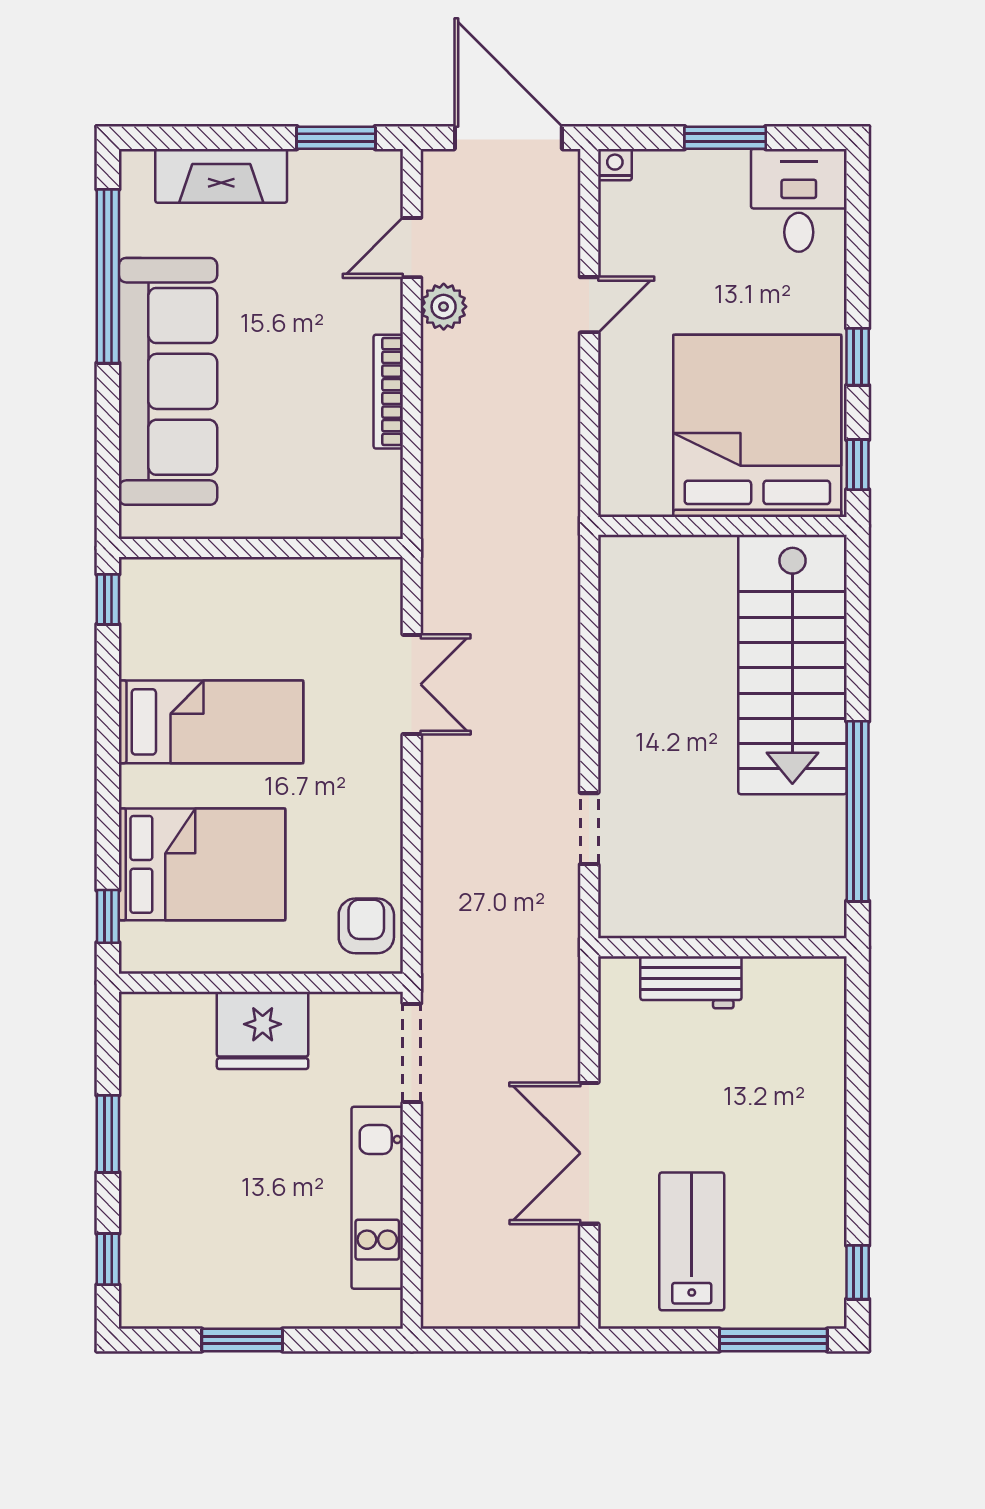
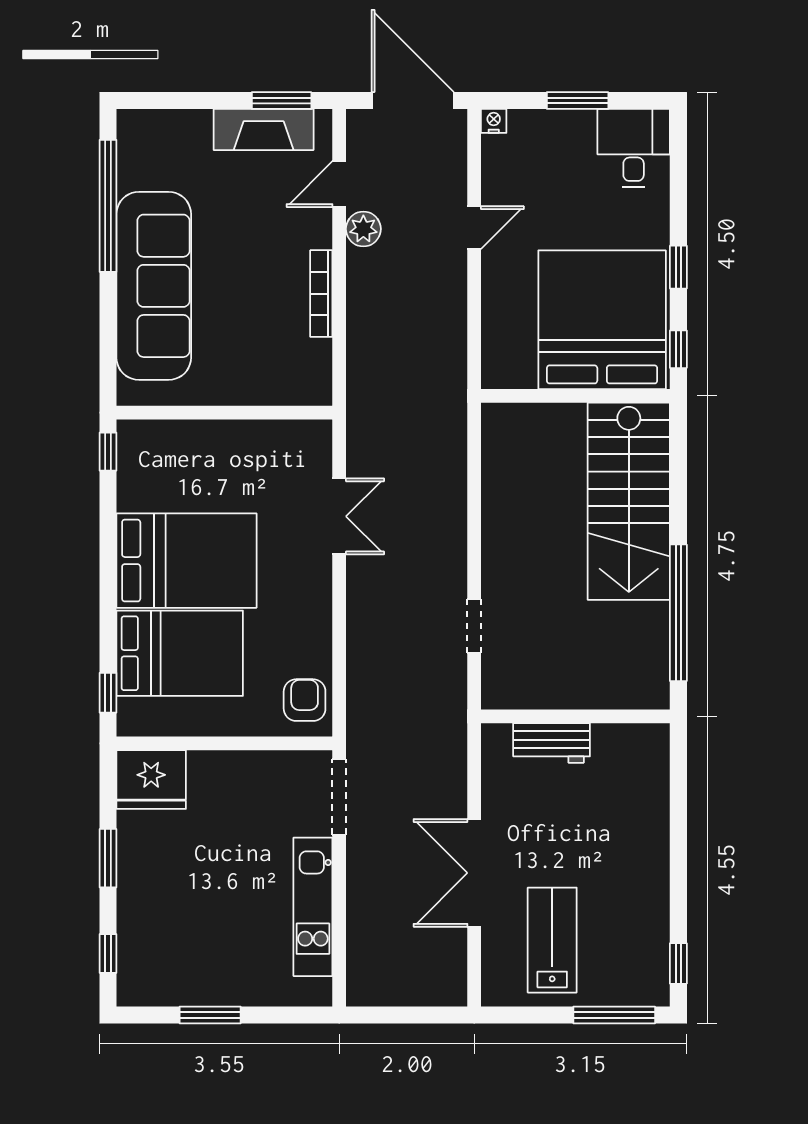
fireplace: (221, 176) -> (264, 129), moved
bed: (211, 722) -> (187, 561), width x1.50
fridge: (263, 1030) -> (151, 780), moved

